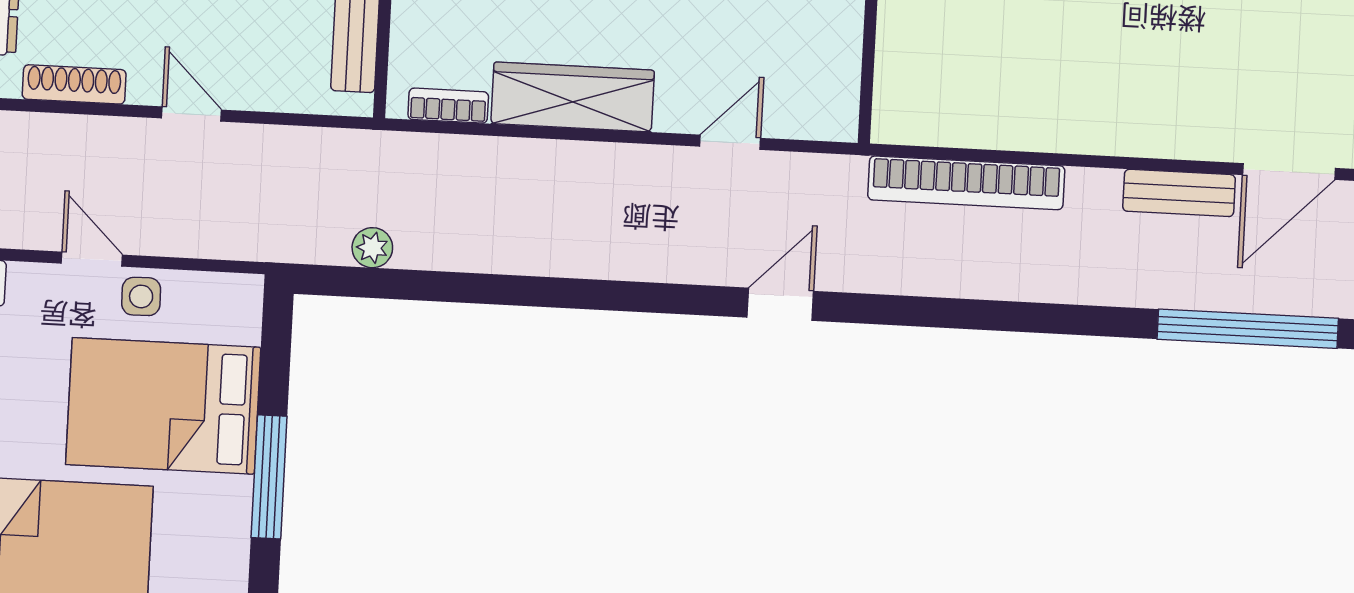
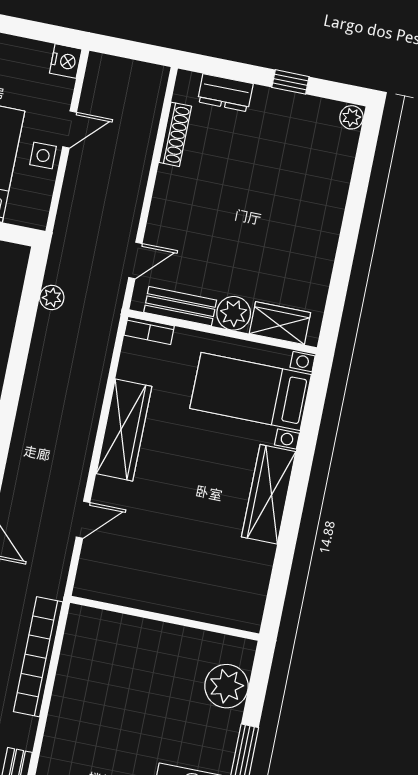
bookcase: (448, 106) -> (149, 331), moved, turned 90
door: (192, 114) -> (135, 260), moved
door: (730, 142) -> (83, 520), hinge flipped

